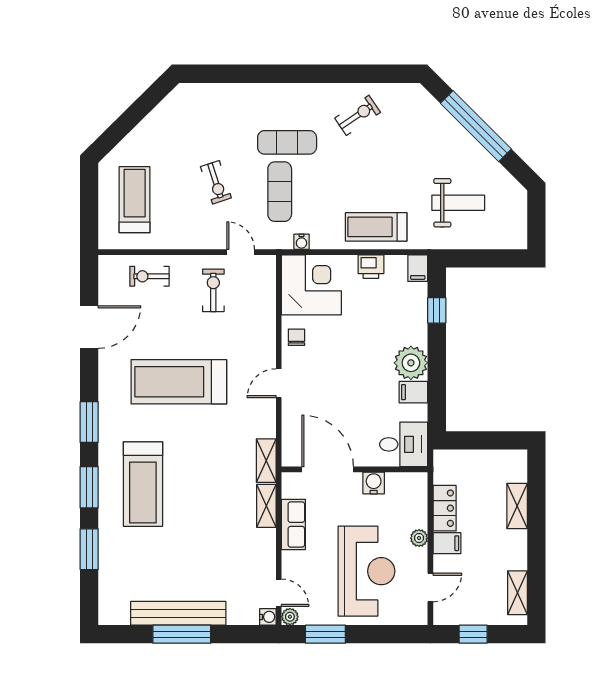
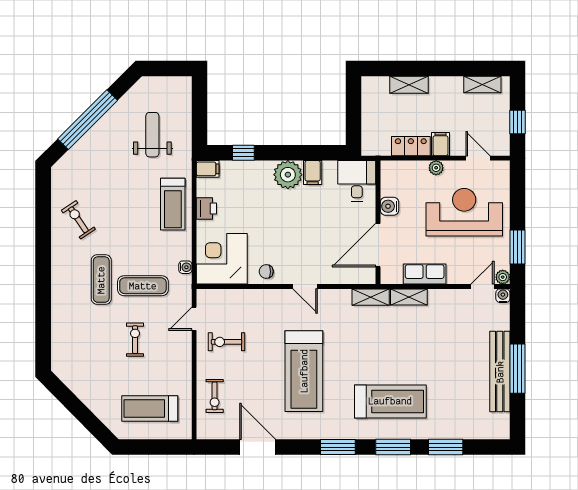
exercise bike: (216, 182) -> (135, 340), turned -72

